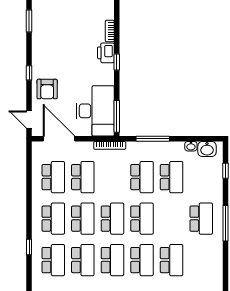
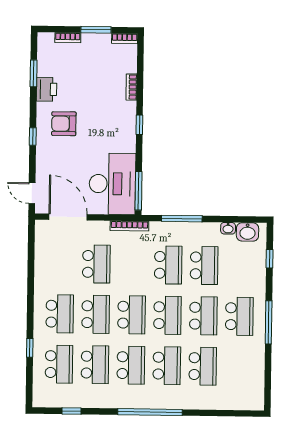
printer: (106, 53) -> (47, 89), moved, turned 180
armchair: (47, 89) -> (64, 124), moved, turned 90
school desk: (53, 177) -> (203, 316), moved

